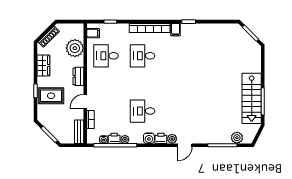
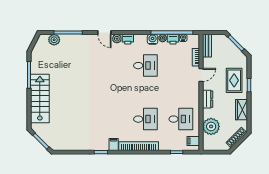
rug: (51, 96) -> (234, 80), turned 90
stairs: (252, 98) -> (40, 99), moved
water cooler: (149, 138) -> (153, 39), moved
door: (185, 145) -> (104, 33), swing flipped

